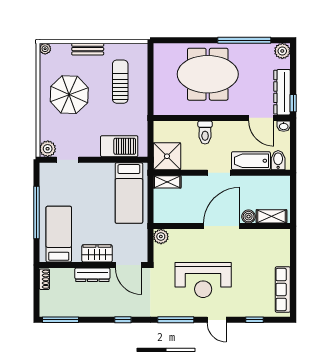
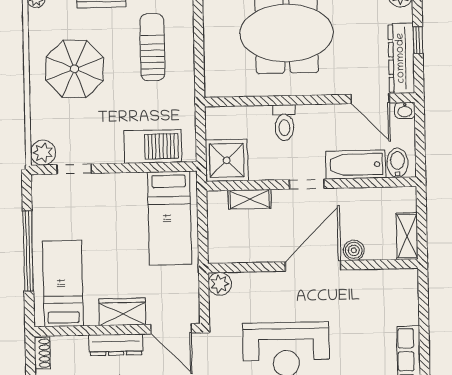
window: (293, 103) -> (418, 40), moved
shelving: (167, 182) -> (250, 199), moved
shelving: (272, 216) -> (407, 236), moved, turned 90

